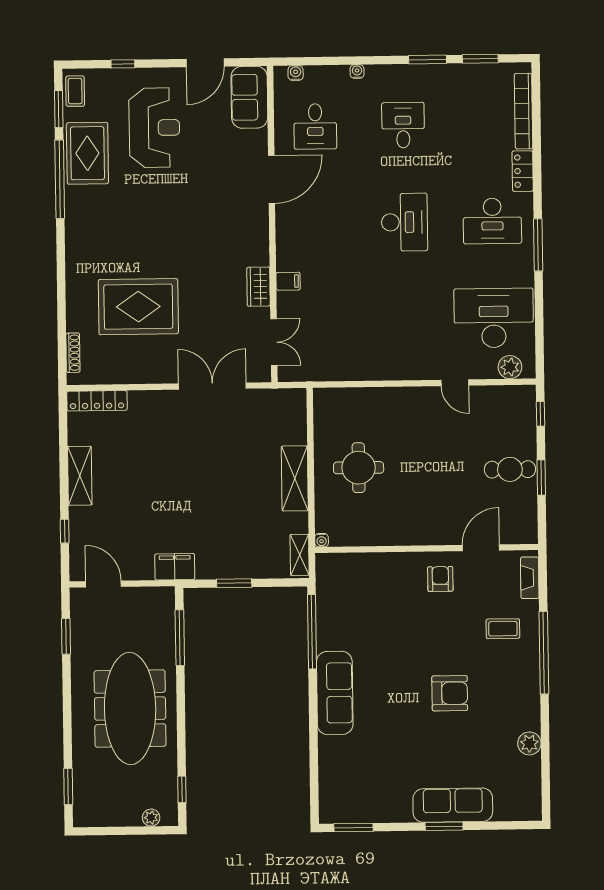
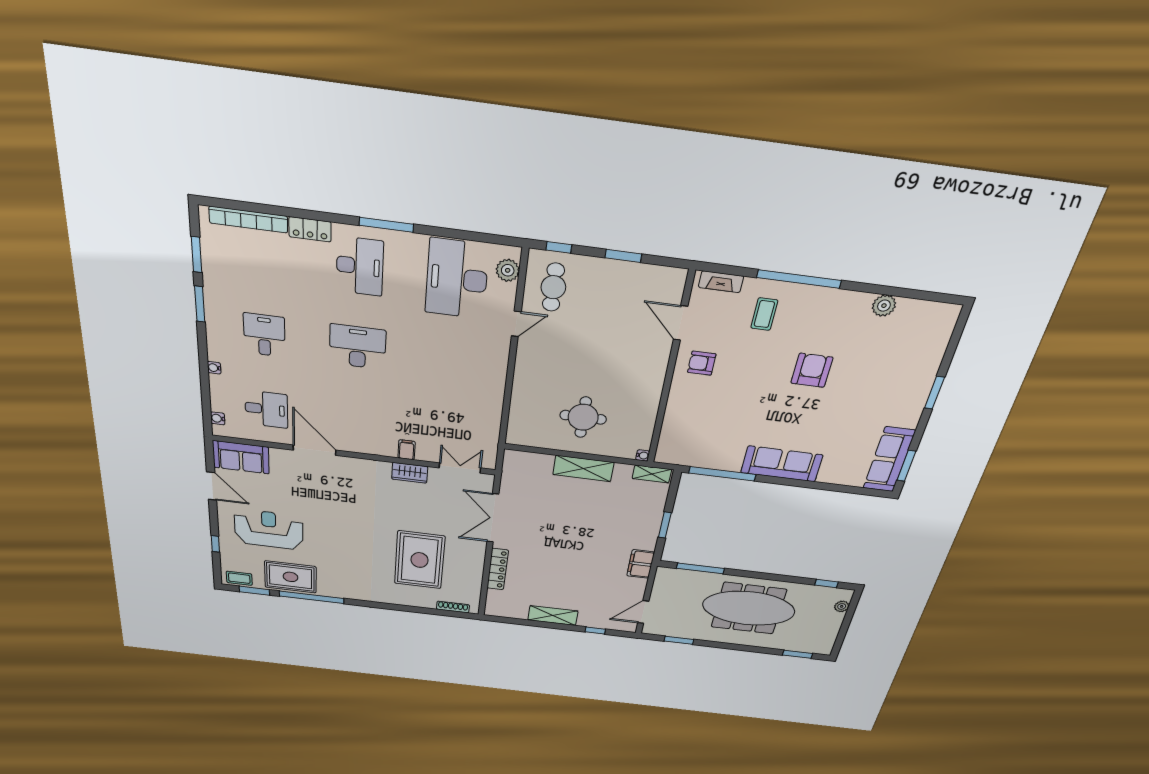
desk: (403, 125) -> (264, 335), turned 90
locker: (97, 401) -> (498, 569), moved
cafe table: (510, 469) -> (553, 287), moved
sofa: (453, 805) -> (889, 460), moved

